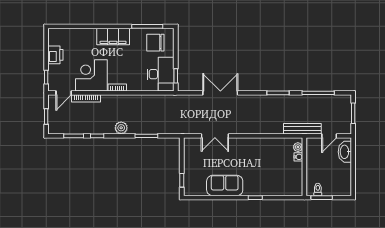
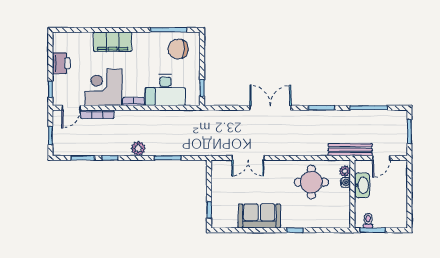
filing cabinet: (113, 37) -> (113, 42), moved
desk: (161, 74) -> (165, 90), moved, turned 90
double door: (220, 93) -> (270, 108), moved
washbasin: (345, 152) -> (362, 185), moved, turned 180
round table: (269, 157) -> (311, 182), added

